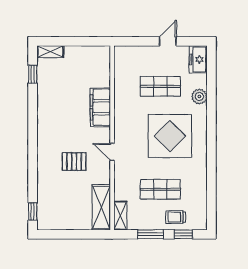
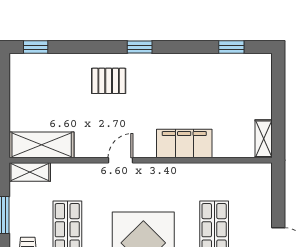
shelving: (50, 52) -> (264, 139), moved
window: (33, 139) -> (140, 47), added
pallet: (74, 162) -> (109, 81), moved, turned 90

